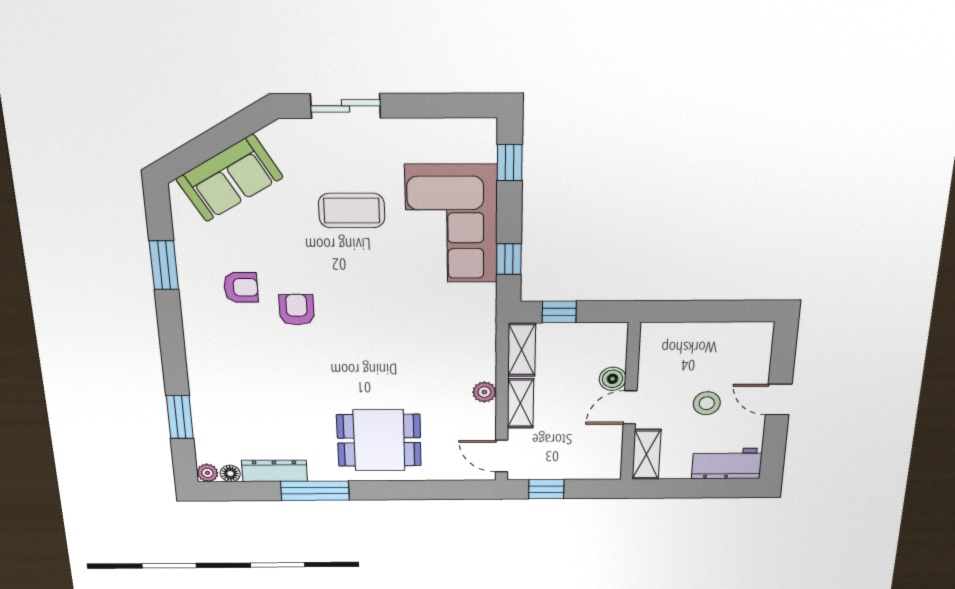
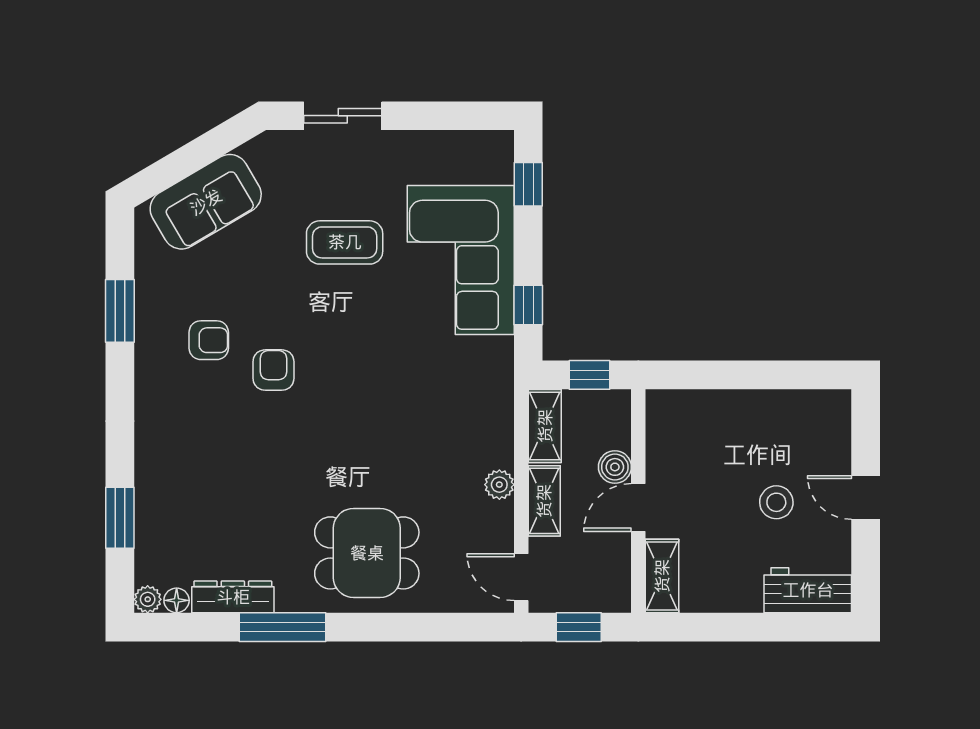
boiler: (613, 379) -> (615, 467), moved
wall: (630, 403) -> (638, 501), moved
door: (630, 407) -> (638, 508), moved
shelving: (646, 454) -> (662, 576), moved

